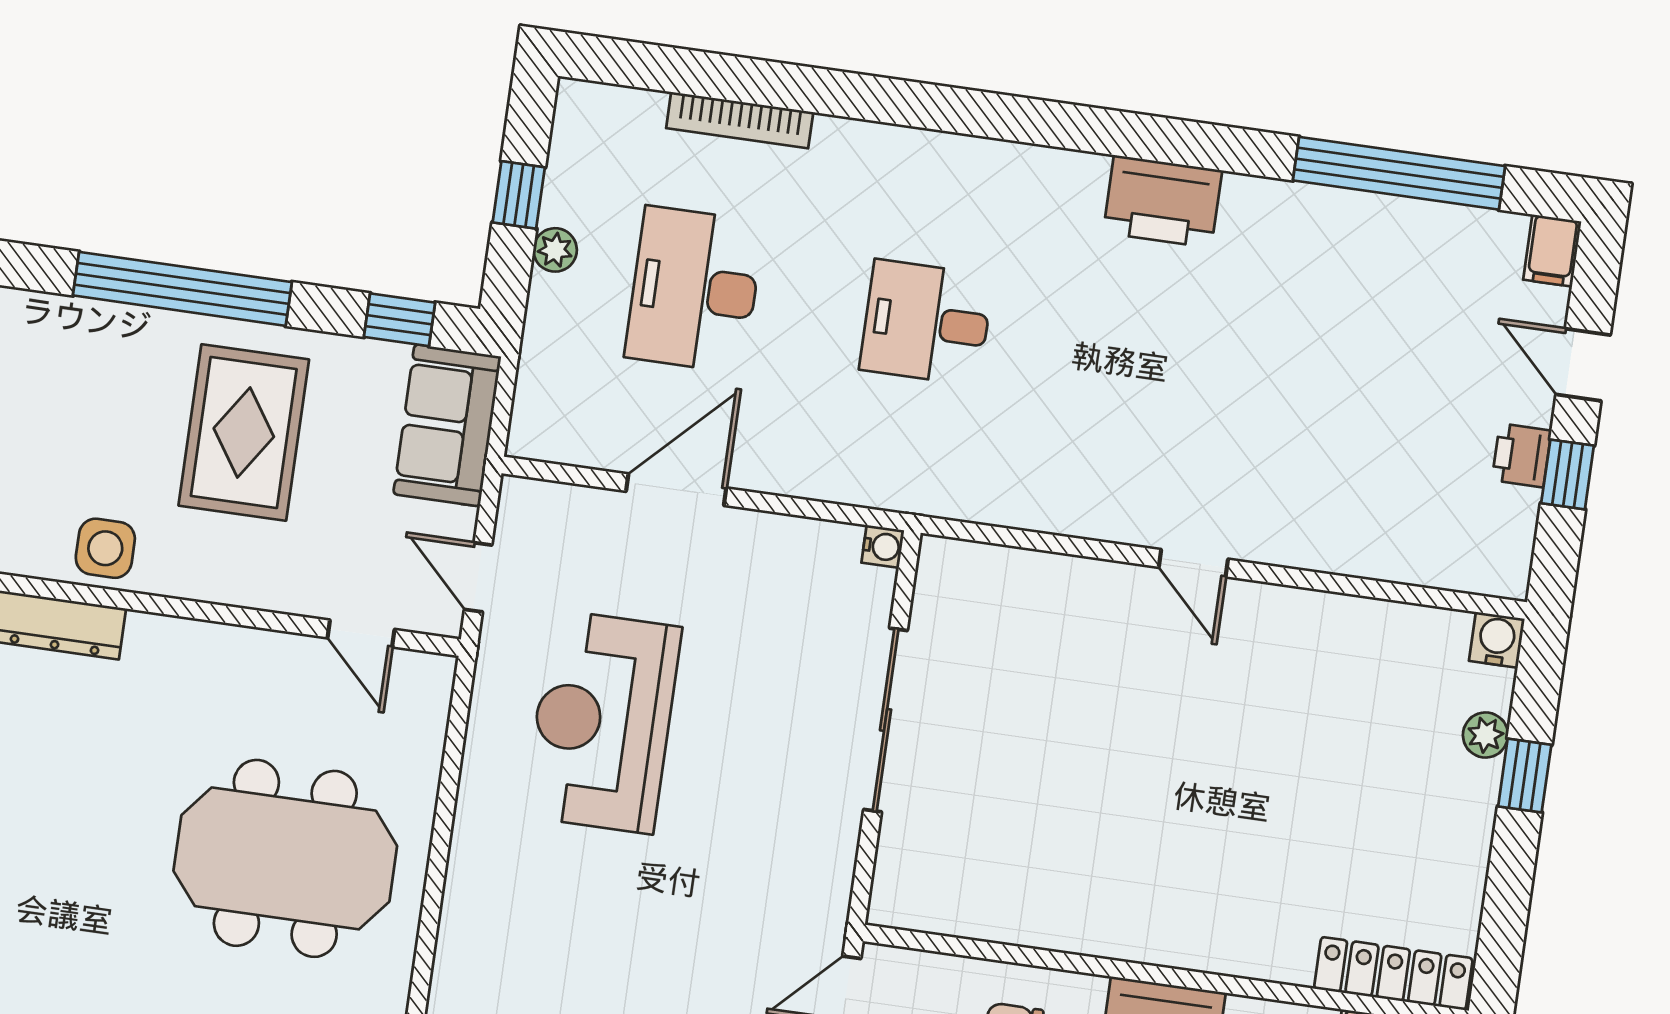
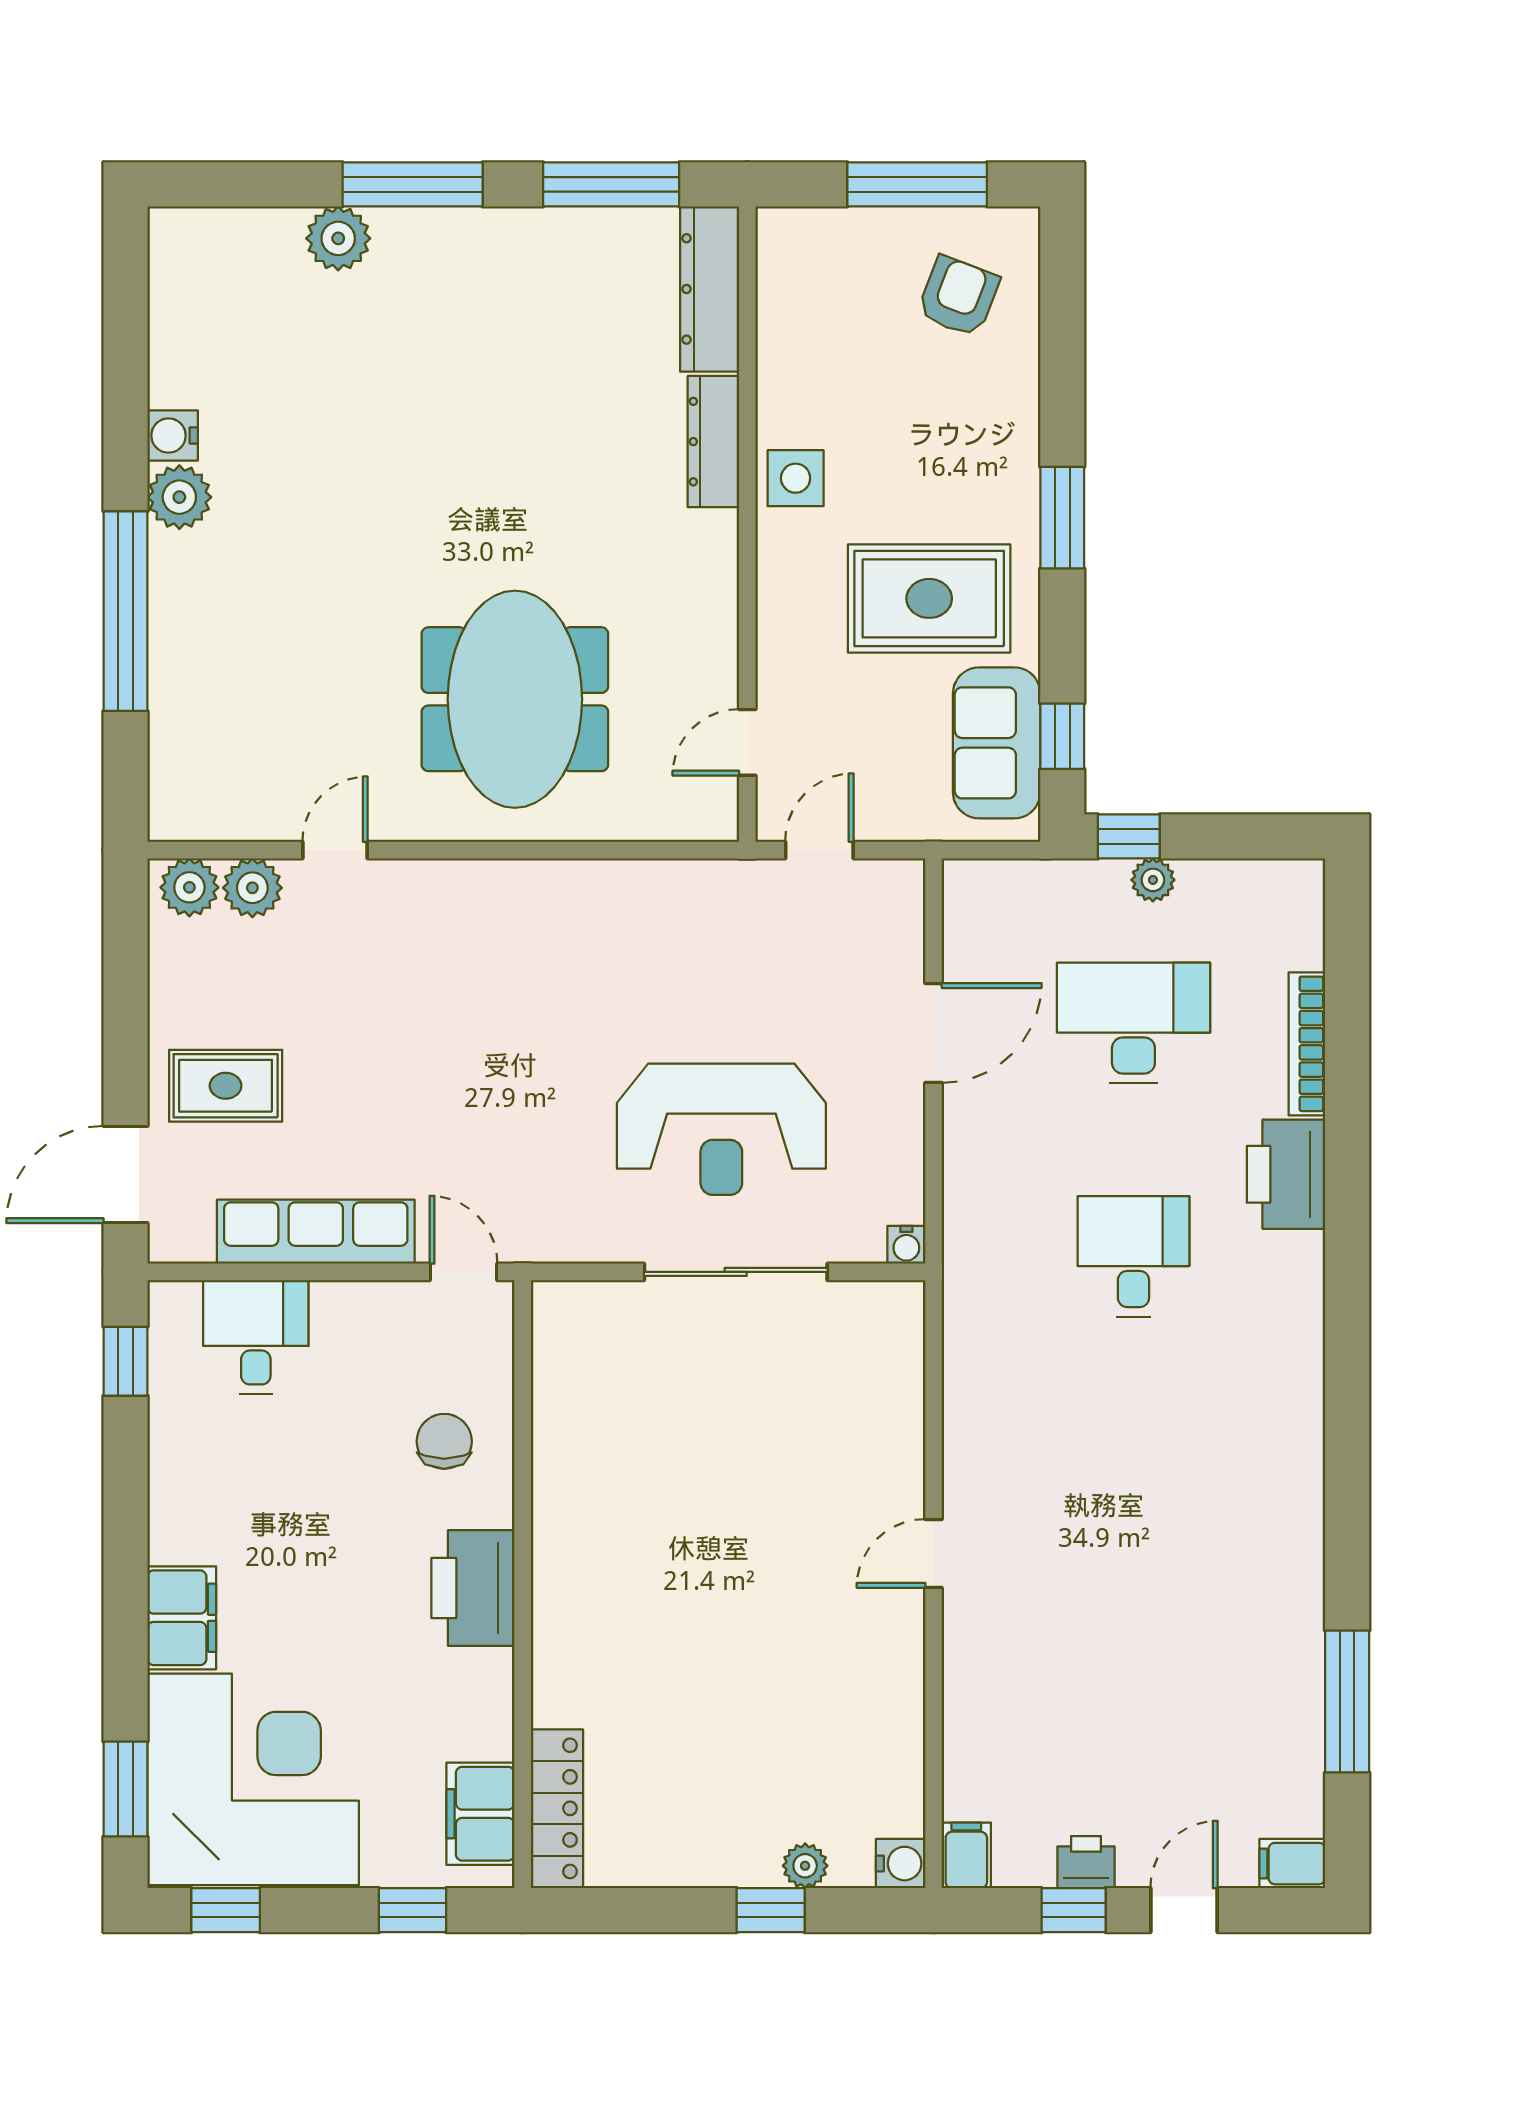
window: (1399, 173) -> (1347, 1702), width x0.68
window: (519, 195) -> (1129, 836), moved
printer: (1163, 201) -> (1286, 1174), moved
window: (182, 289) -> (1062, 518), width x0.47
sofa: (447, 425) -> (997, 743), moved, turned -90
door: (676, 490) -> (933, 1033), hinge flipped
filing cabinet: (1498, 573) -> (966, 1855), added
reception desk: (603, 722) -> (721, 1129), moved, turned 180

